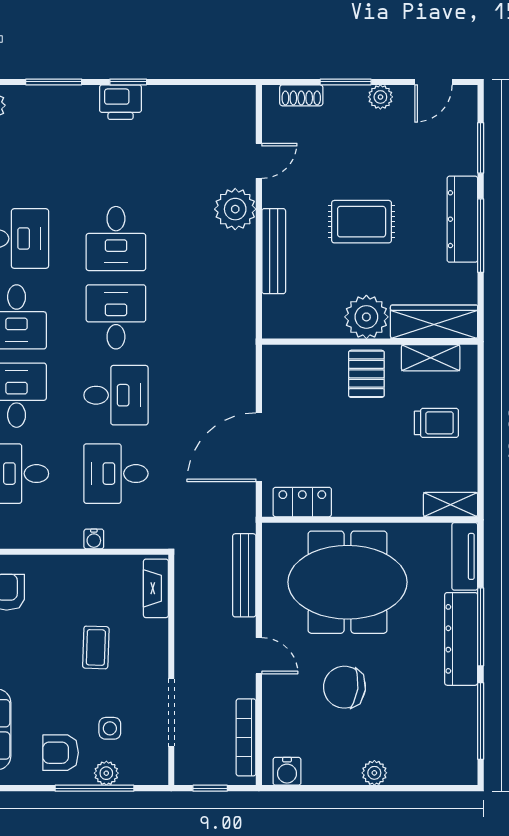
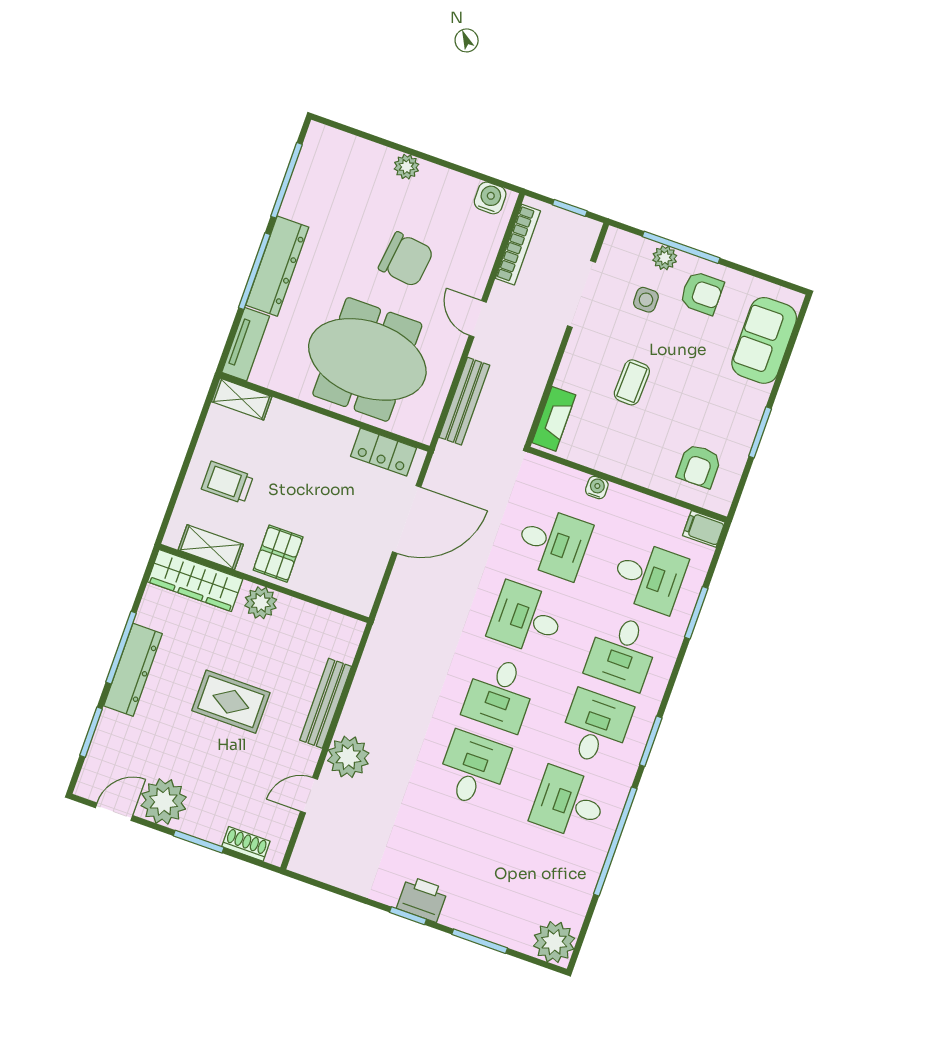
plant: (380, 97) -> (164, 801), width x1.87, depth x1.87
plant: (366, 317) -> (261, 603), width x0.73, depth x0.73

